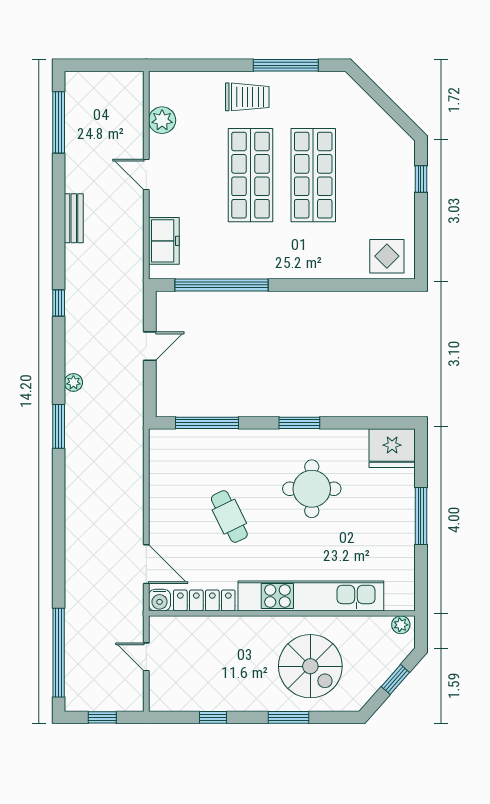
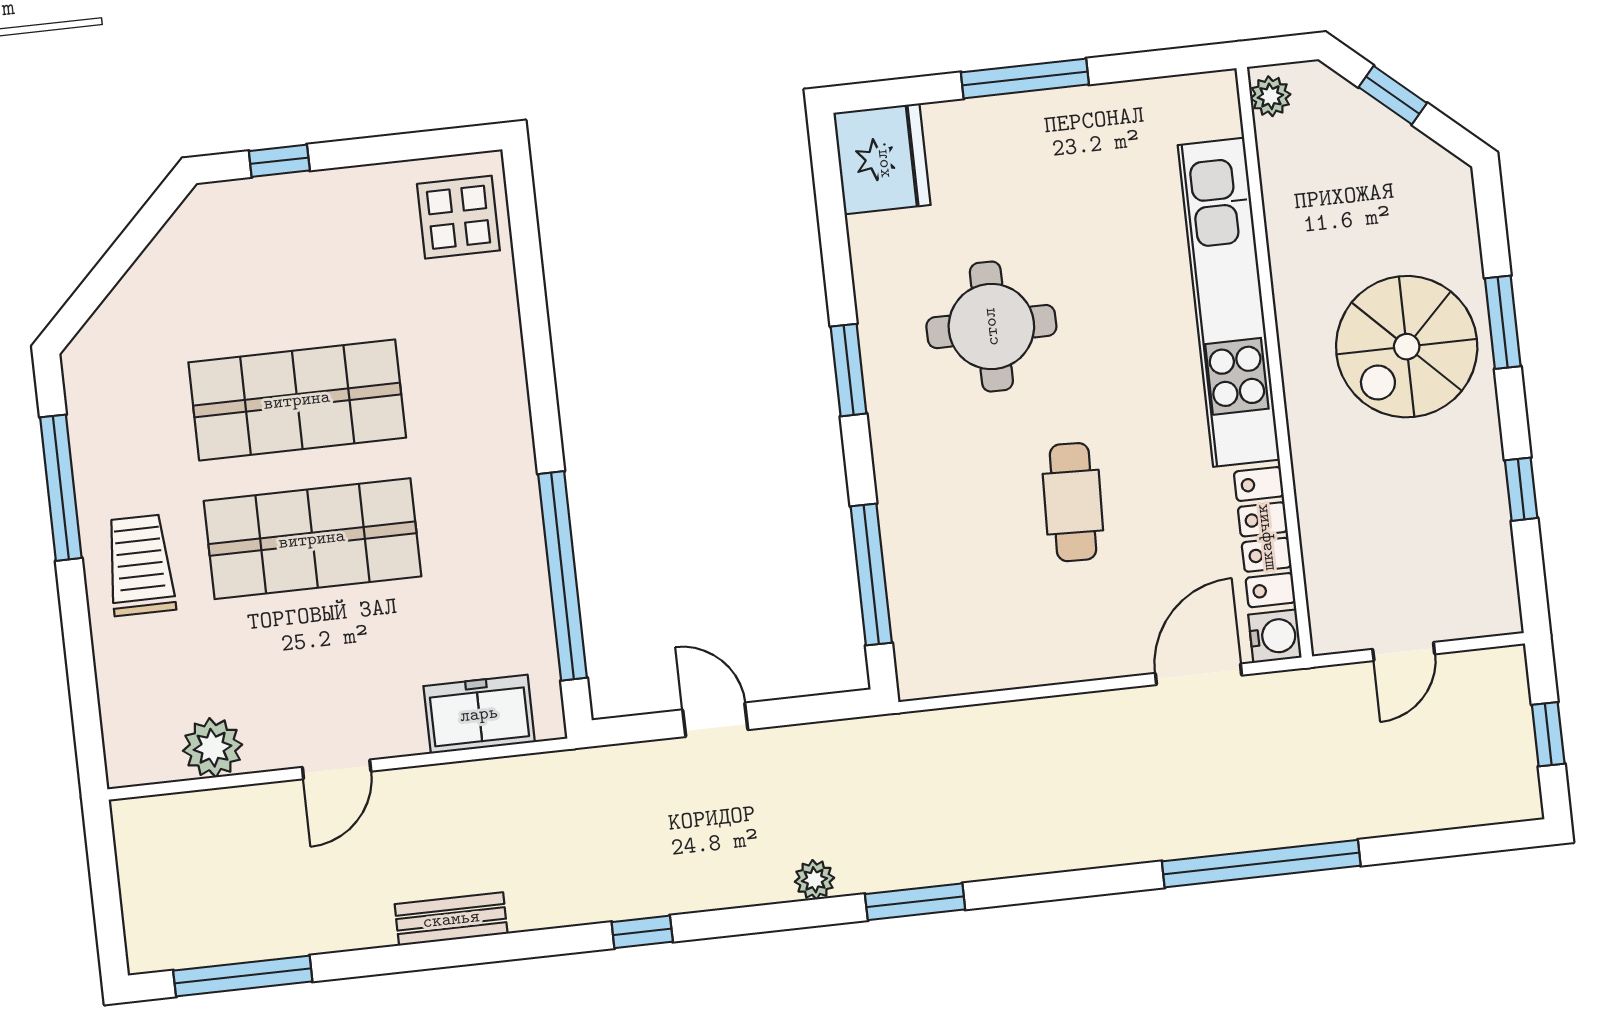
cafe table: (229, 517) -> (1073, 502), turned -62
window: (59, 653) -> (1261, 864), moved
spiral stairs: (310, 666) -> (1407, 347), moved, turned 180

